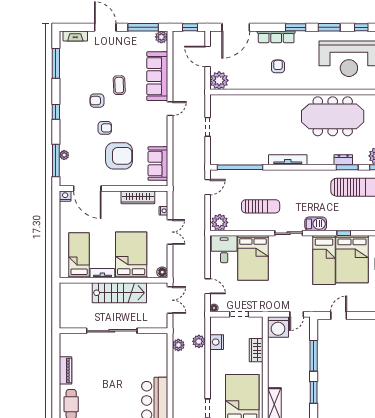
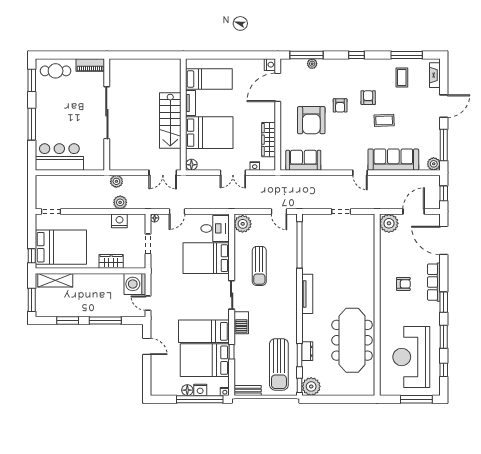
coffee table: (78, 68) -> (402, 78), added
sliding door: (112, 331) -> (107, 113), moved
wall: (114, 331) -> (107, 115), moved

